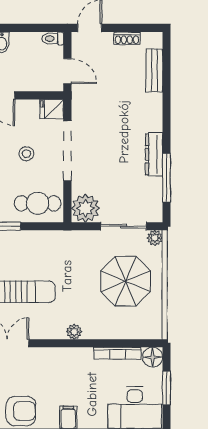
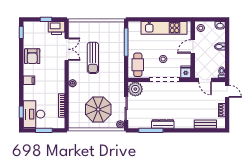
door: (67, 71) -> (205, 80), hinge flipped
floor lamp: (153, 357) -> (60, 123), removed

